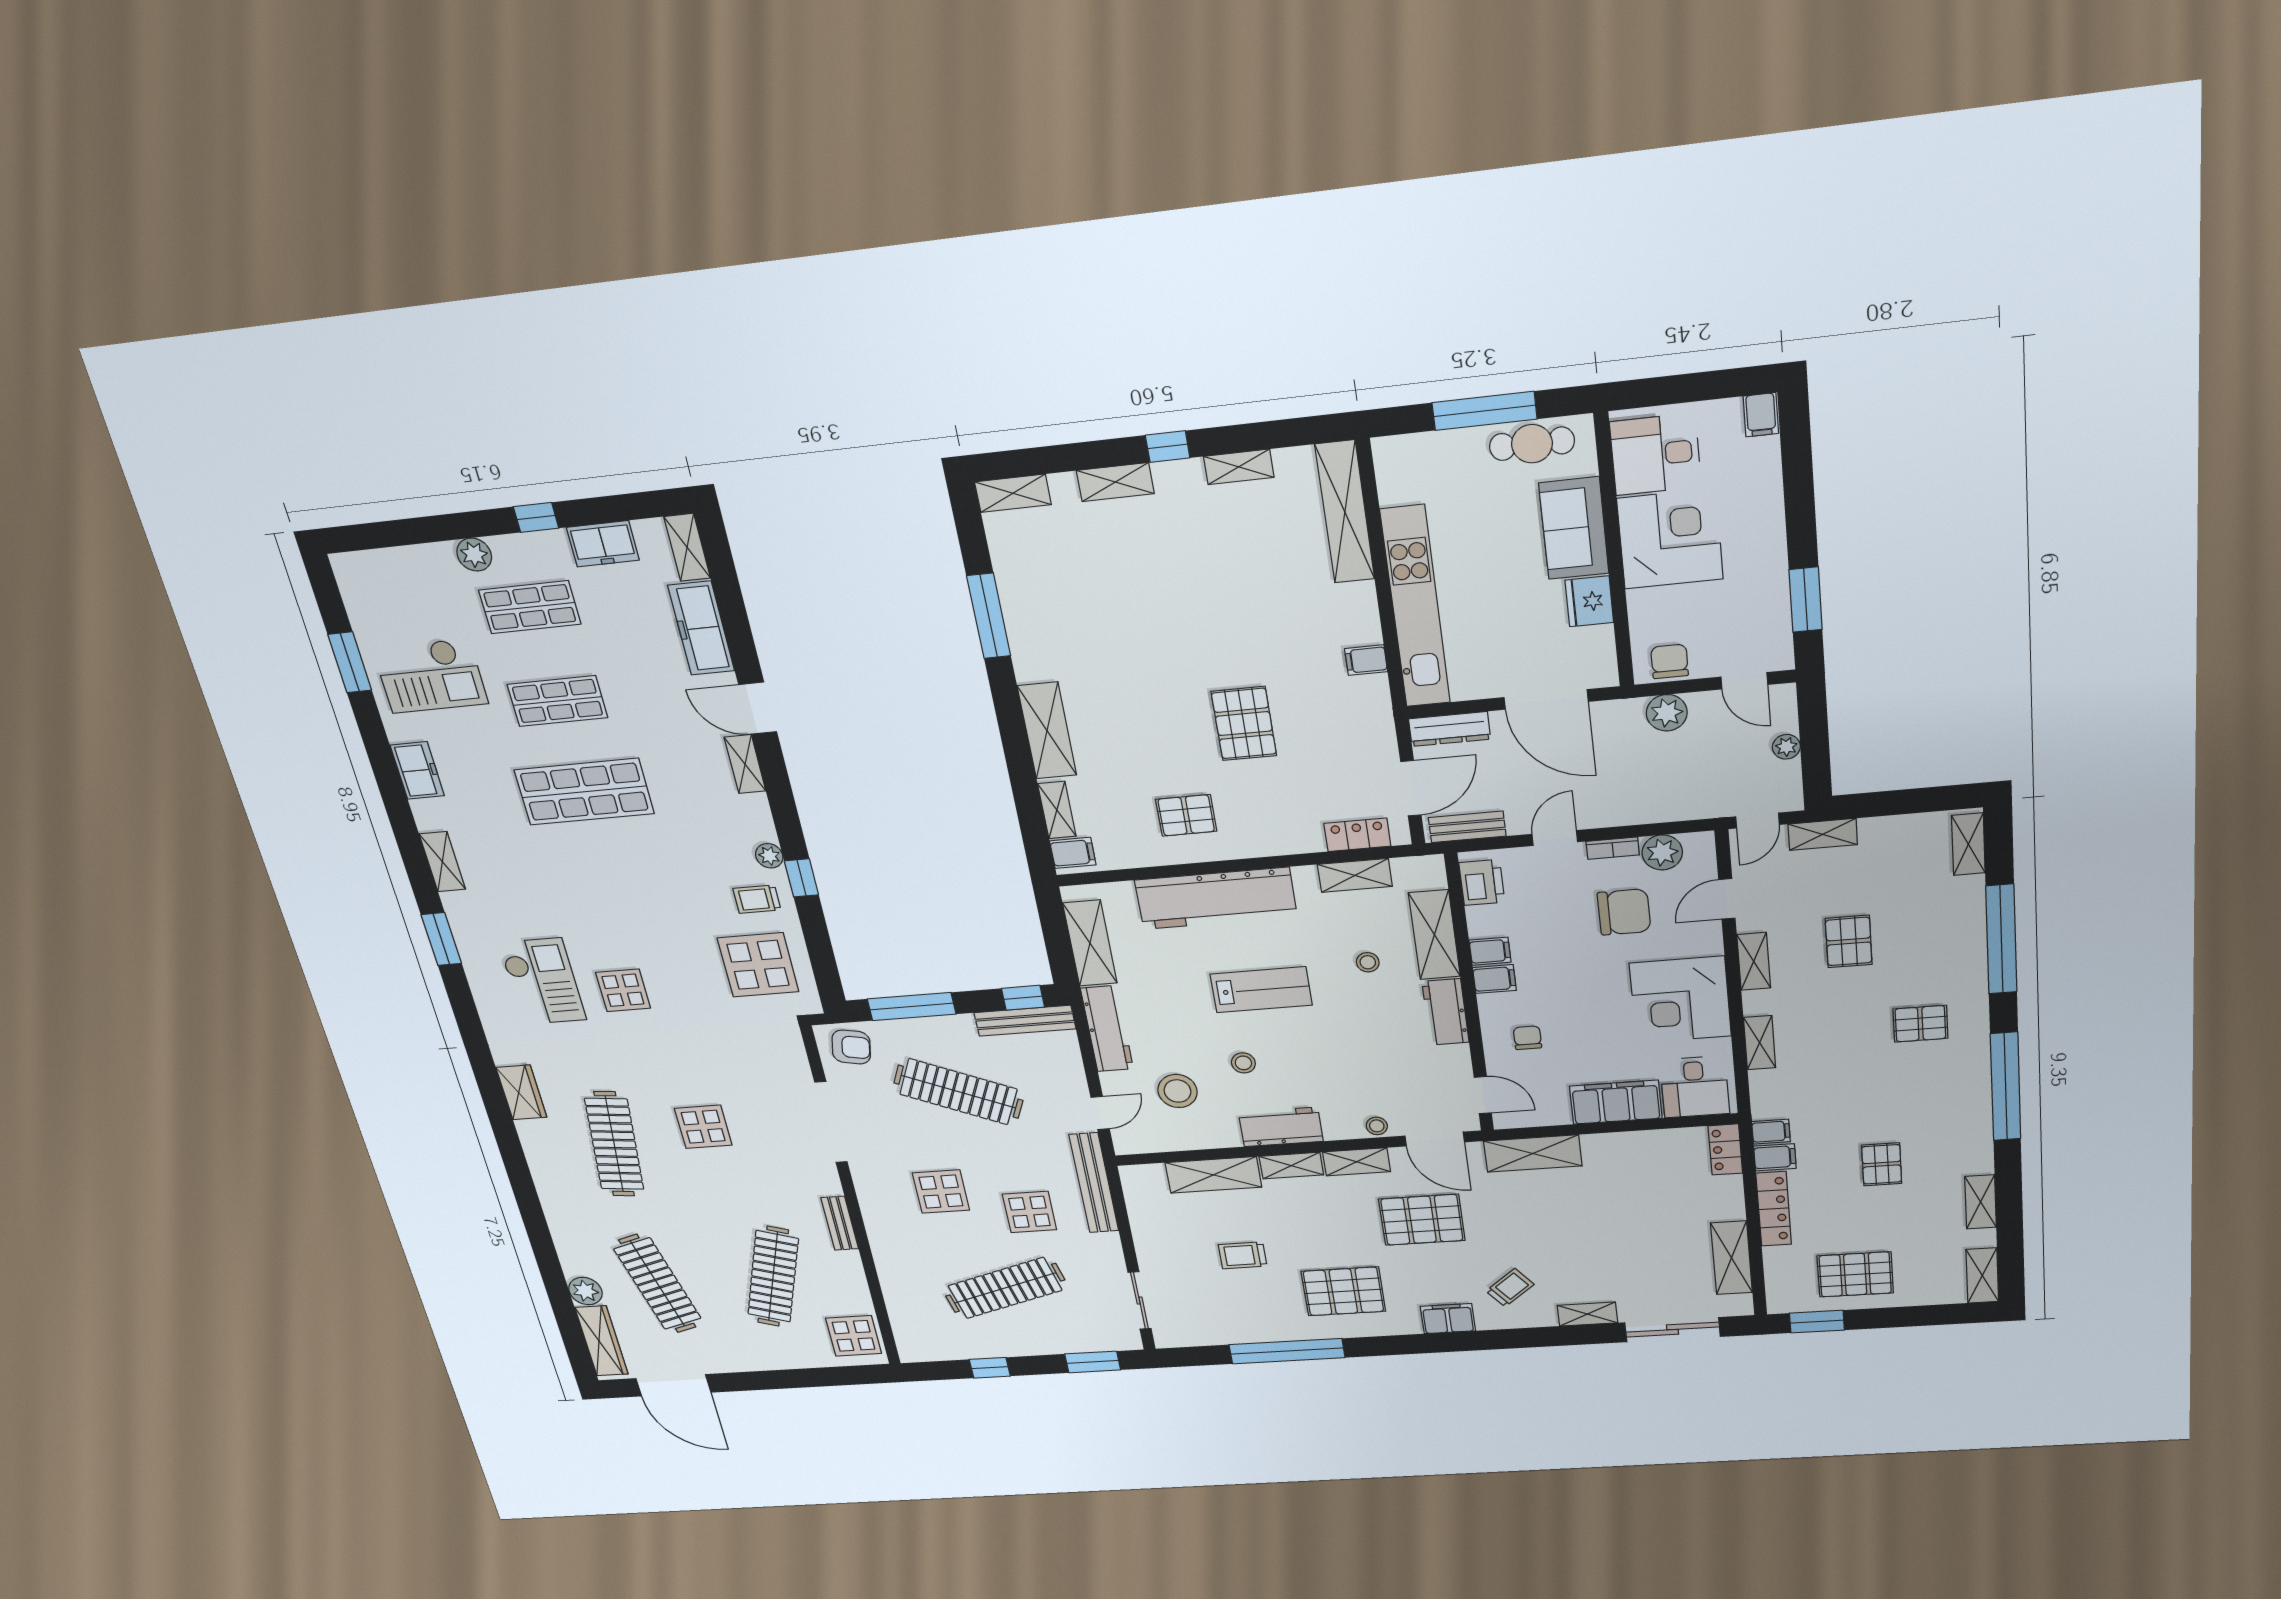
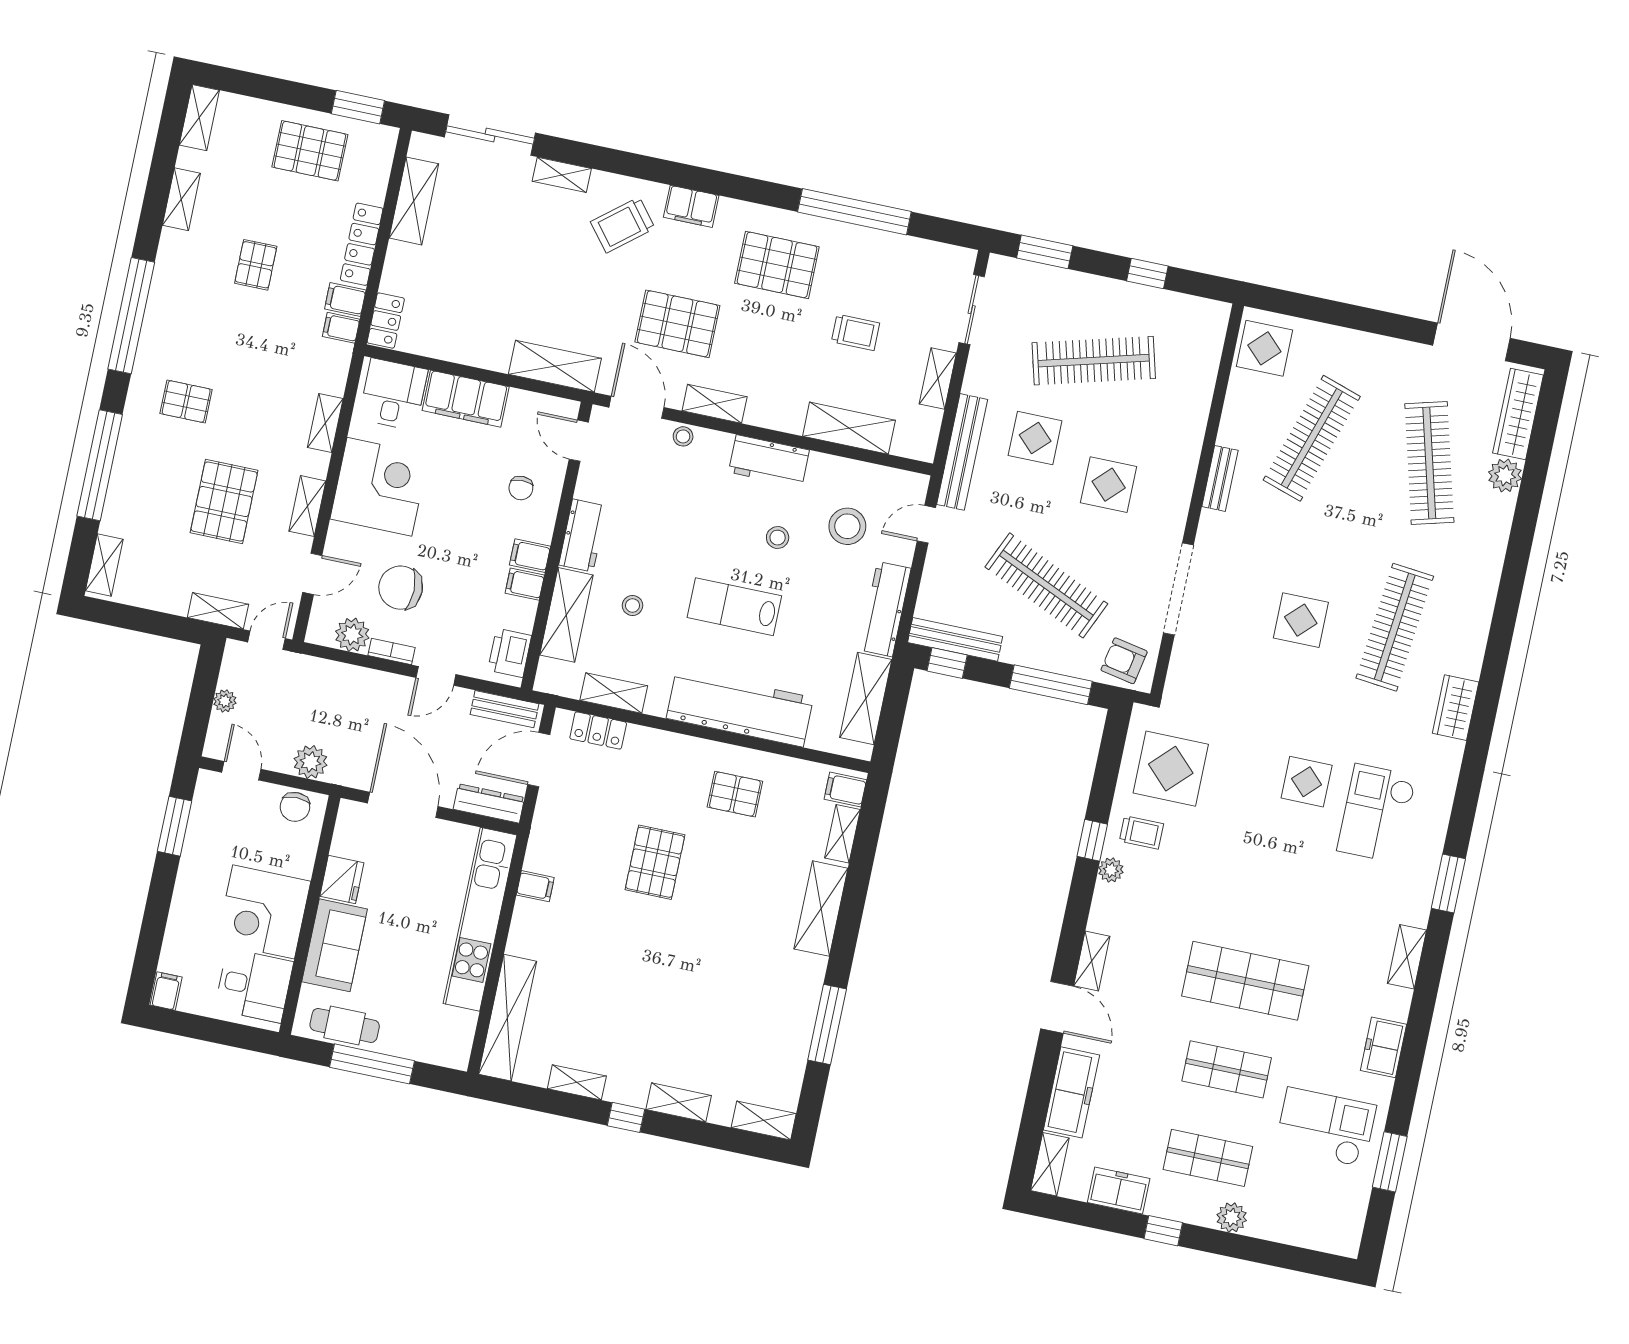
pallet: (1849, 941) -> (224, 501), width x1.50, depth x1.42
shelving: (1291, 1166) -> (938, 379), moved, turned 90
trolley: (1510, 1288) -> (623, 225), width x1.36, depth x1.39

